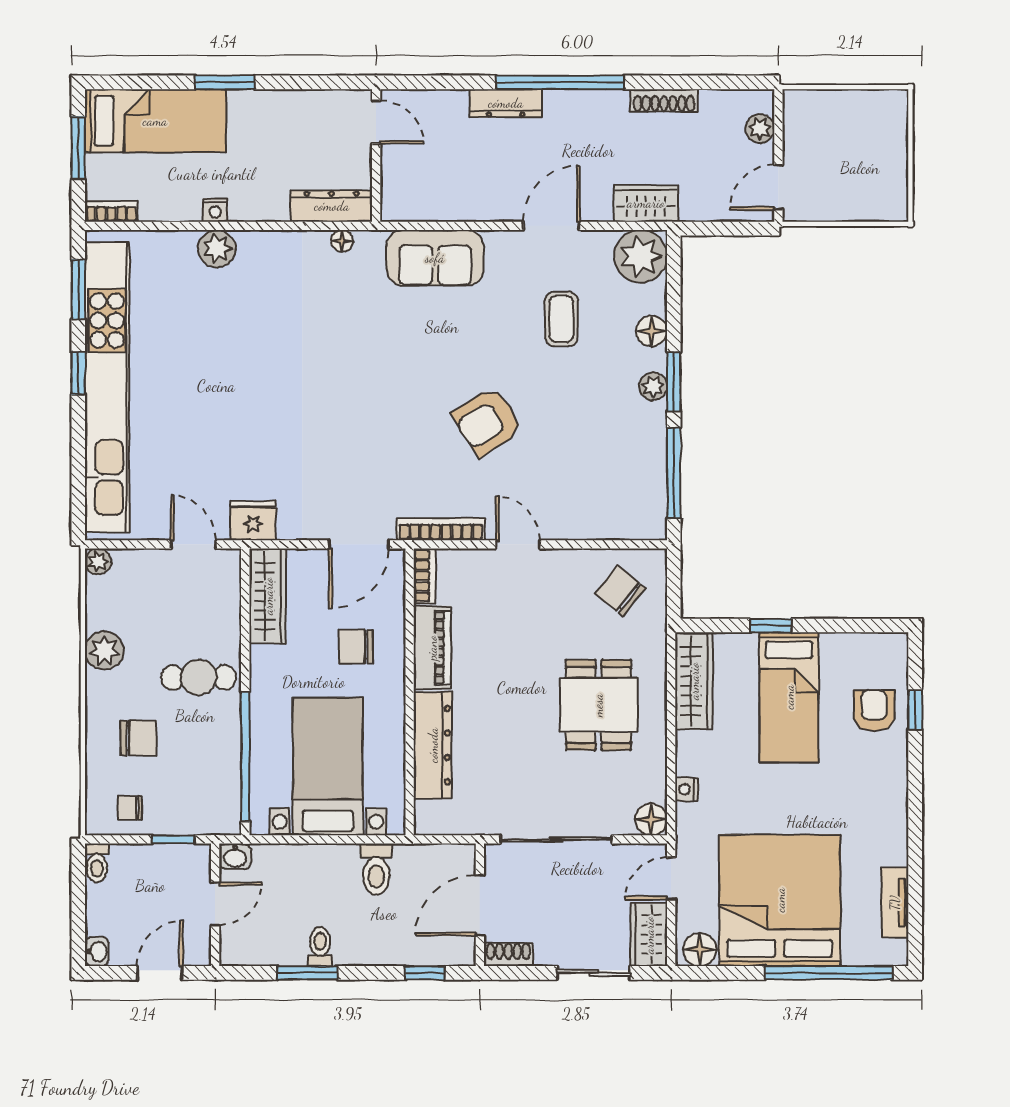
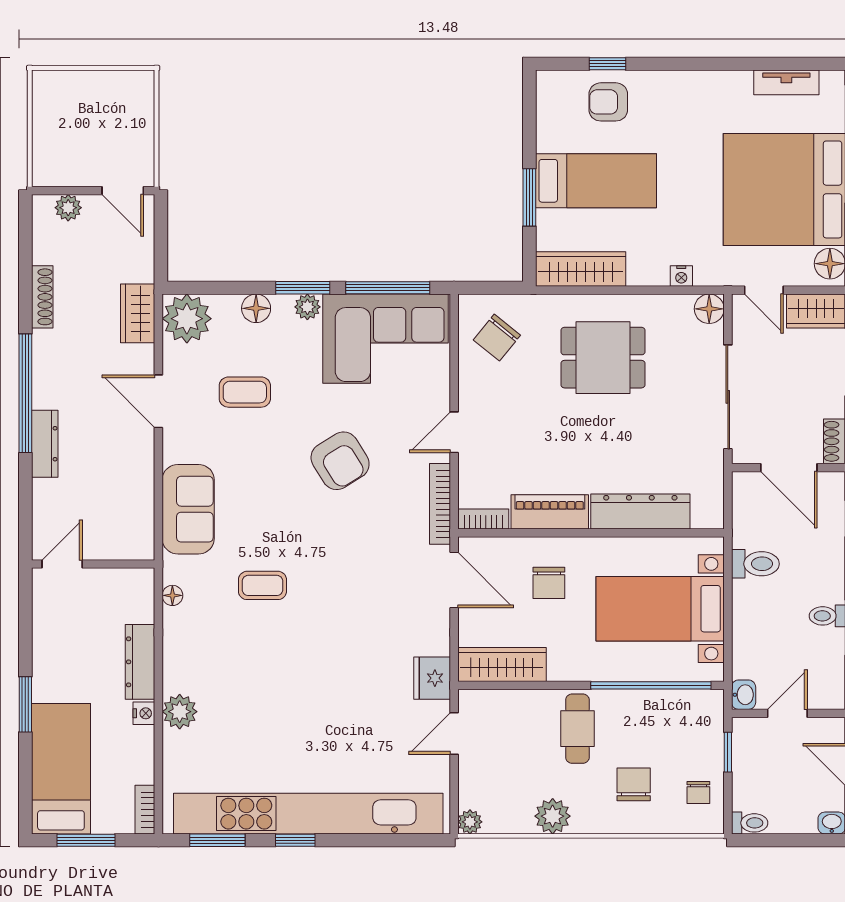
dresser: (332, 206) -> (140, 662), moved
coffee table: (353, 338) -> (262, 585), added
corner sofa: (619, 471) -> (386, 339), added
window: (771, 626) -> (529, 197), width x1.50
door: (215, 904) -> (787, 713), hinge flipped

